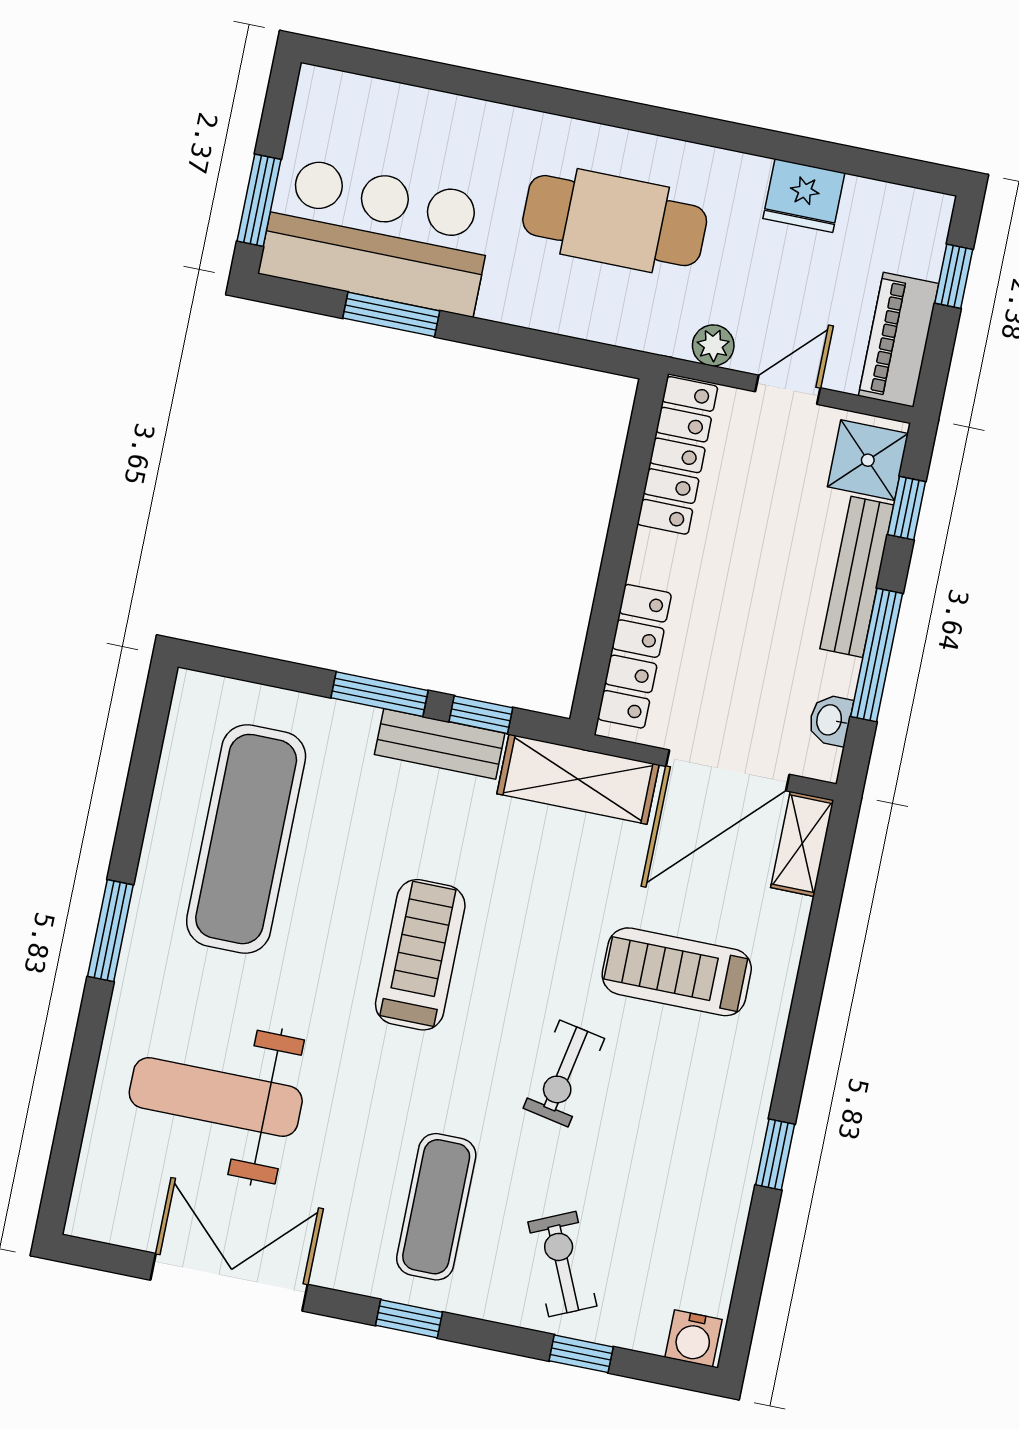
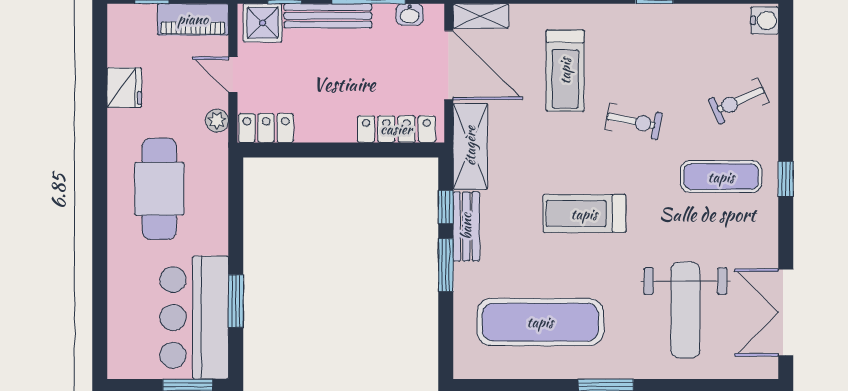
locker: (677, 455) -> (266, 128), width x0.66
double door: (229, 1282) -> (786, 313), moved
window: (581, 1354) -> (786, 80), removed

